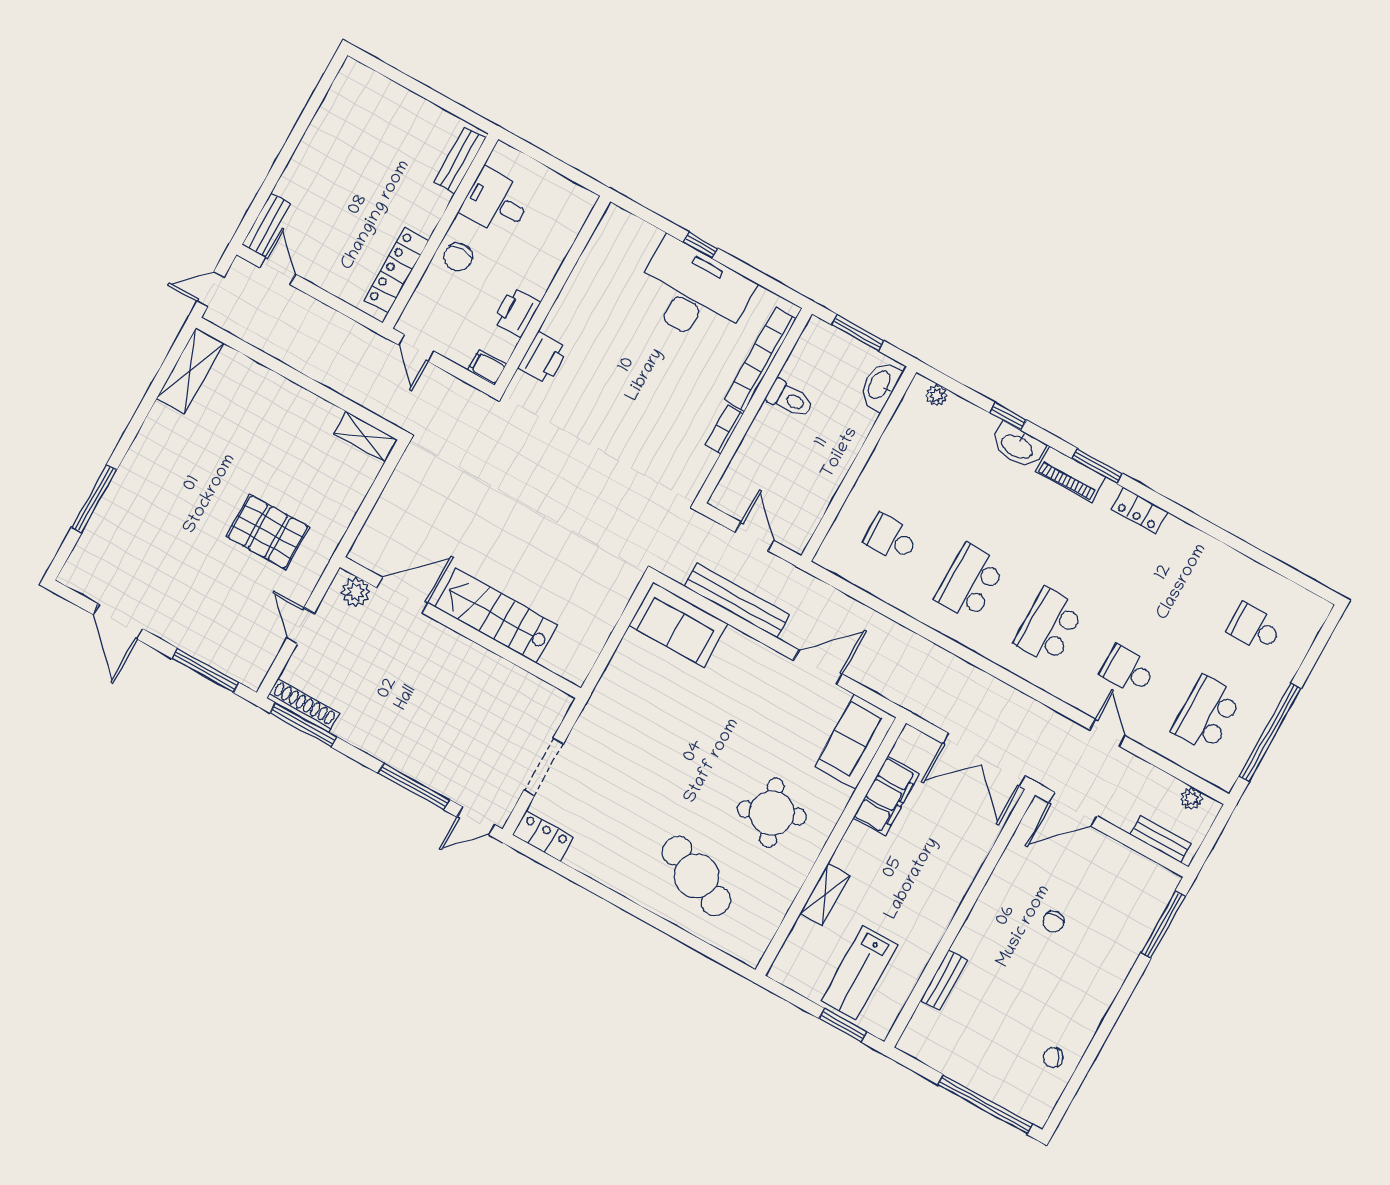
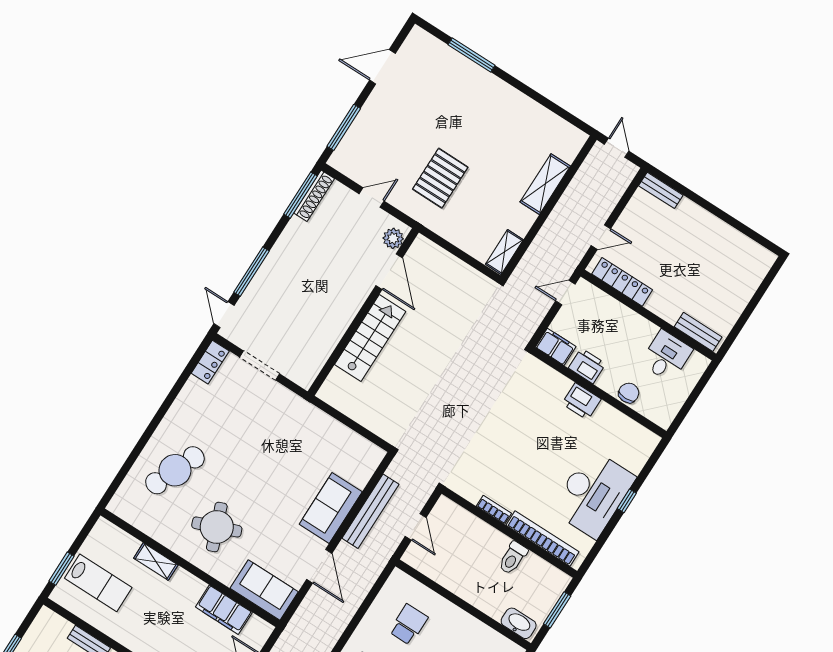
chair: (458, 257) -> (629, 393), moved, turned 90
door: (278, 271) -> (601, 237), moved
printer: (543, 358) -> (581, 401), moved
filing cabinet: (487, 367) -> (556, 347), width x2.00
shelving: (190, 371) -> (545, 184), moved, turned 90
door: (755, 537) -> (416, 527), hinge flipped
sofa: (678, 624) -> (331, 508), moved
lab bench: (859, 973) -> (98, 583), turned 180

